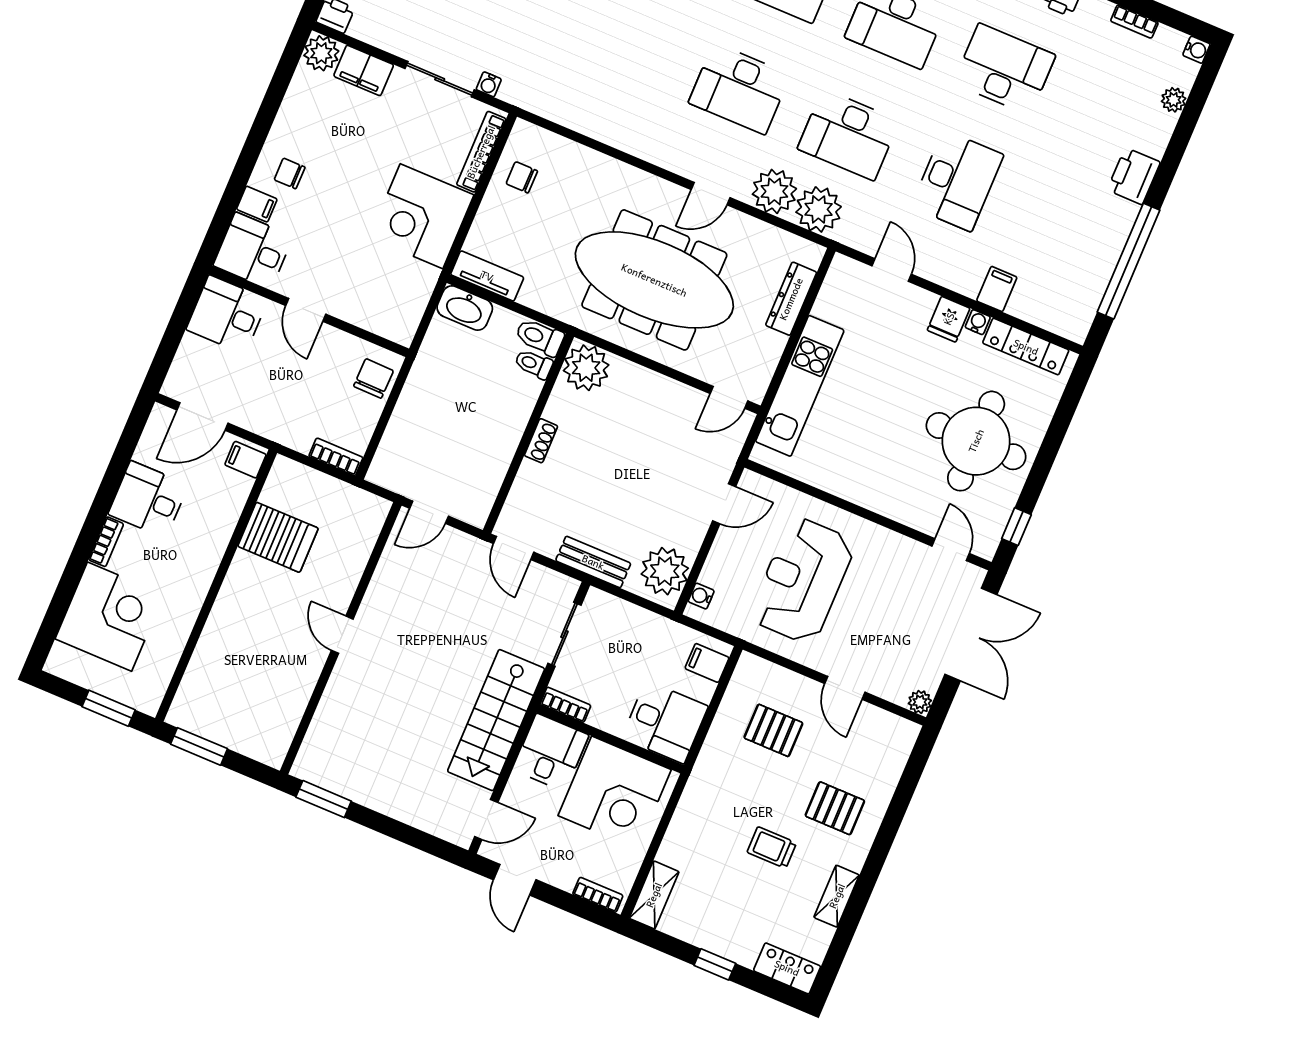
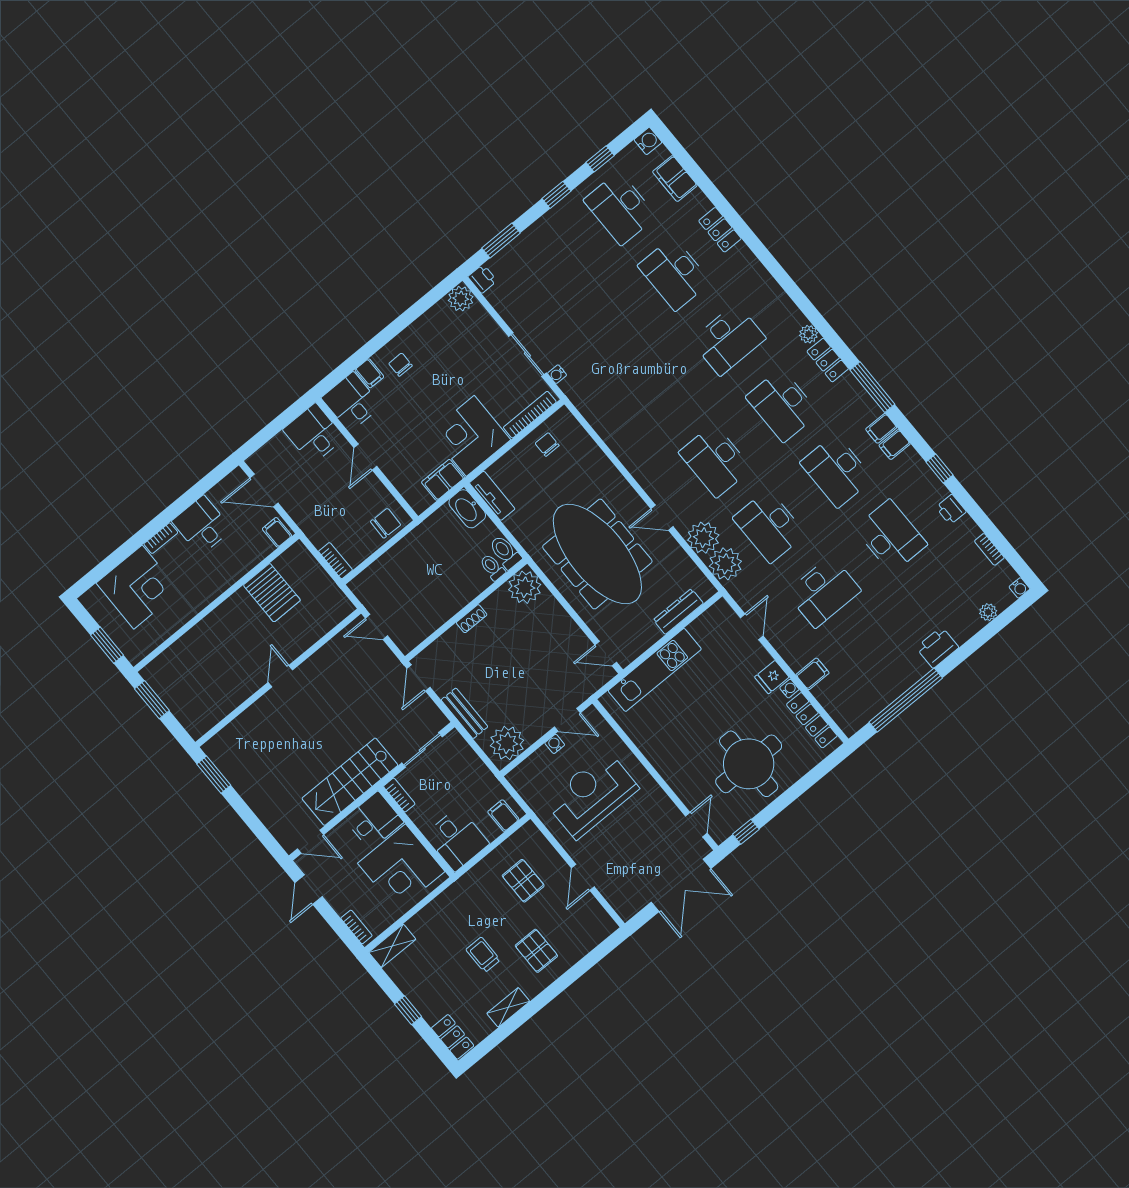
filing cabinet: (364, 70) -> (443, 480), moved, turned 90
water cooler: (701, 596) -> (555, 744), moved
plant: (920, 702) -> (626, 911), removed

